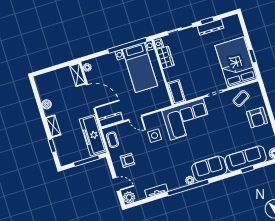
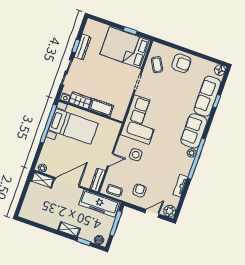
cot: (176, 92) -> (101, 108), moved
boiler: (47, 104) -> (99, 240), moved

